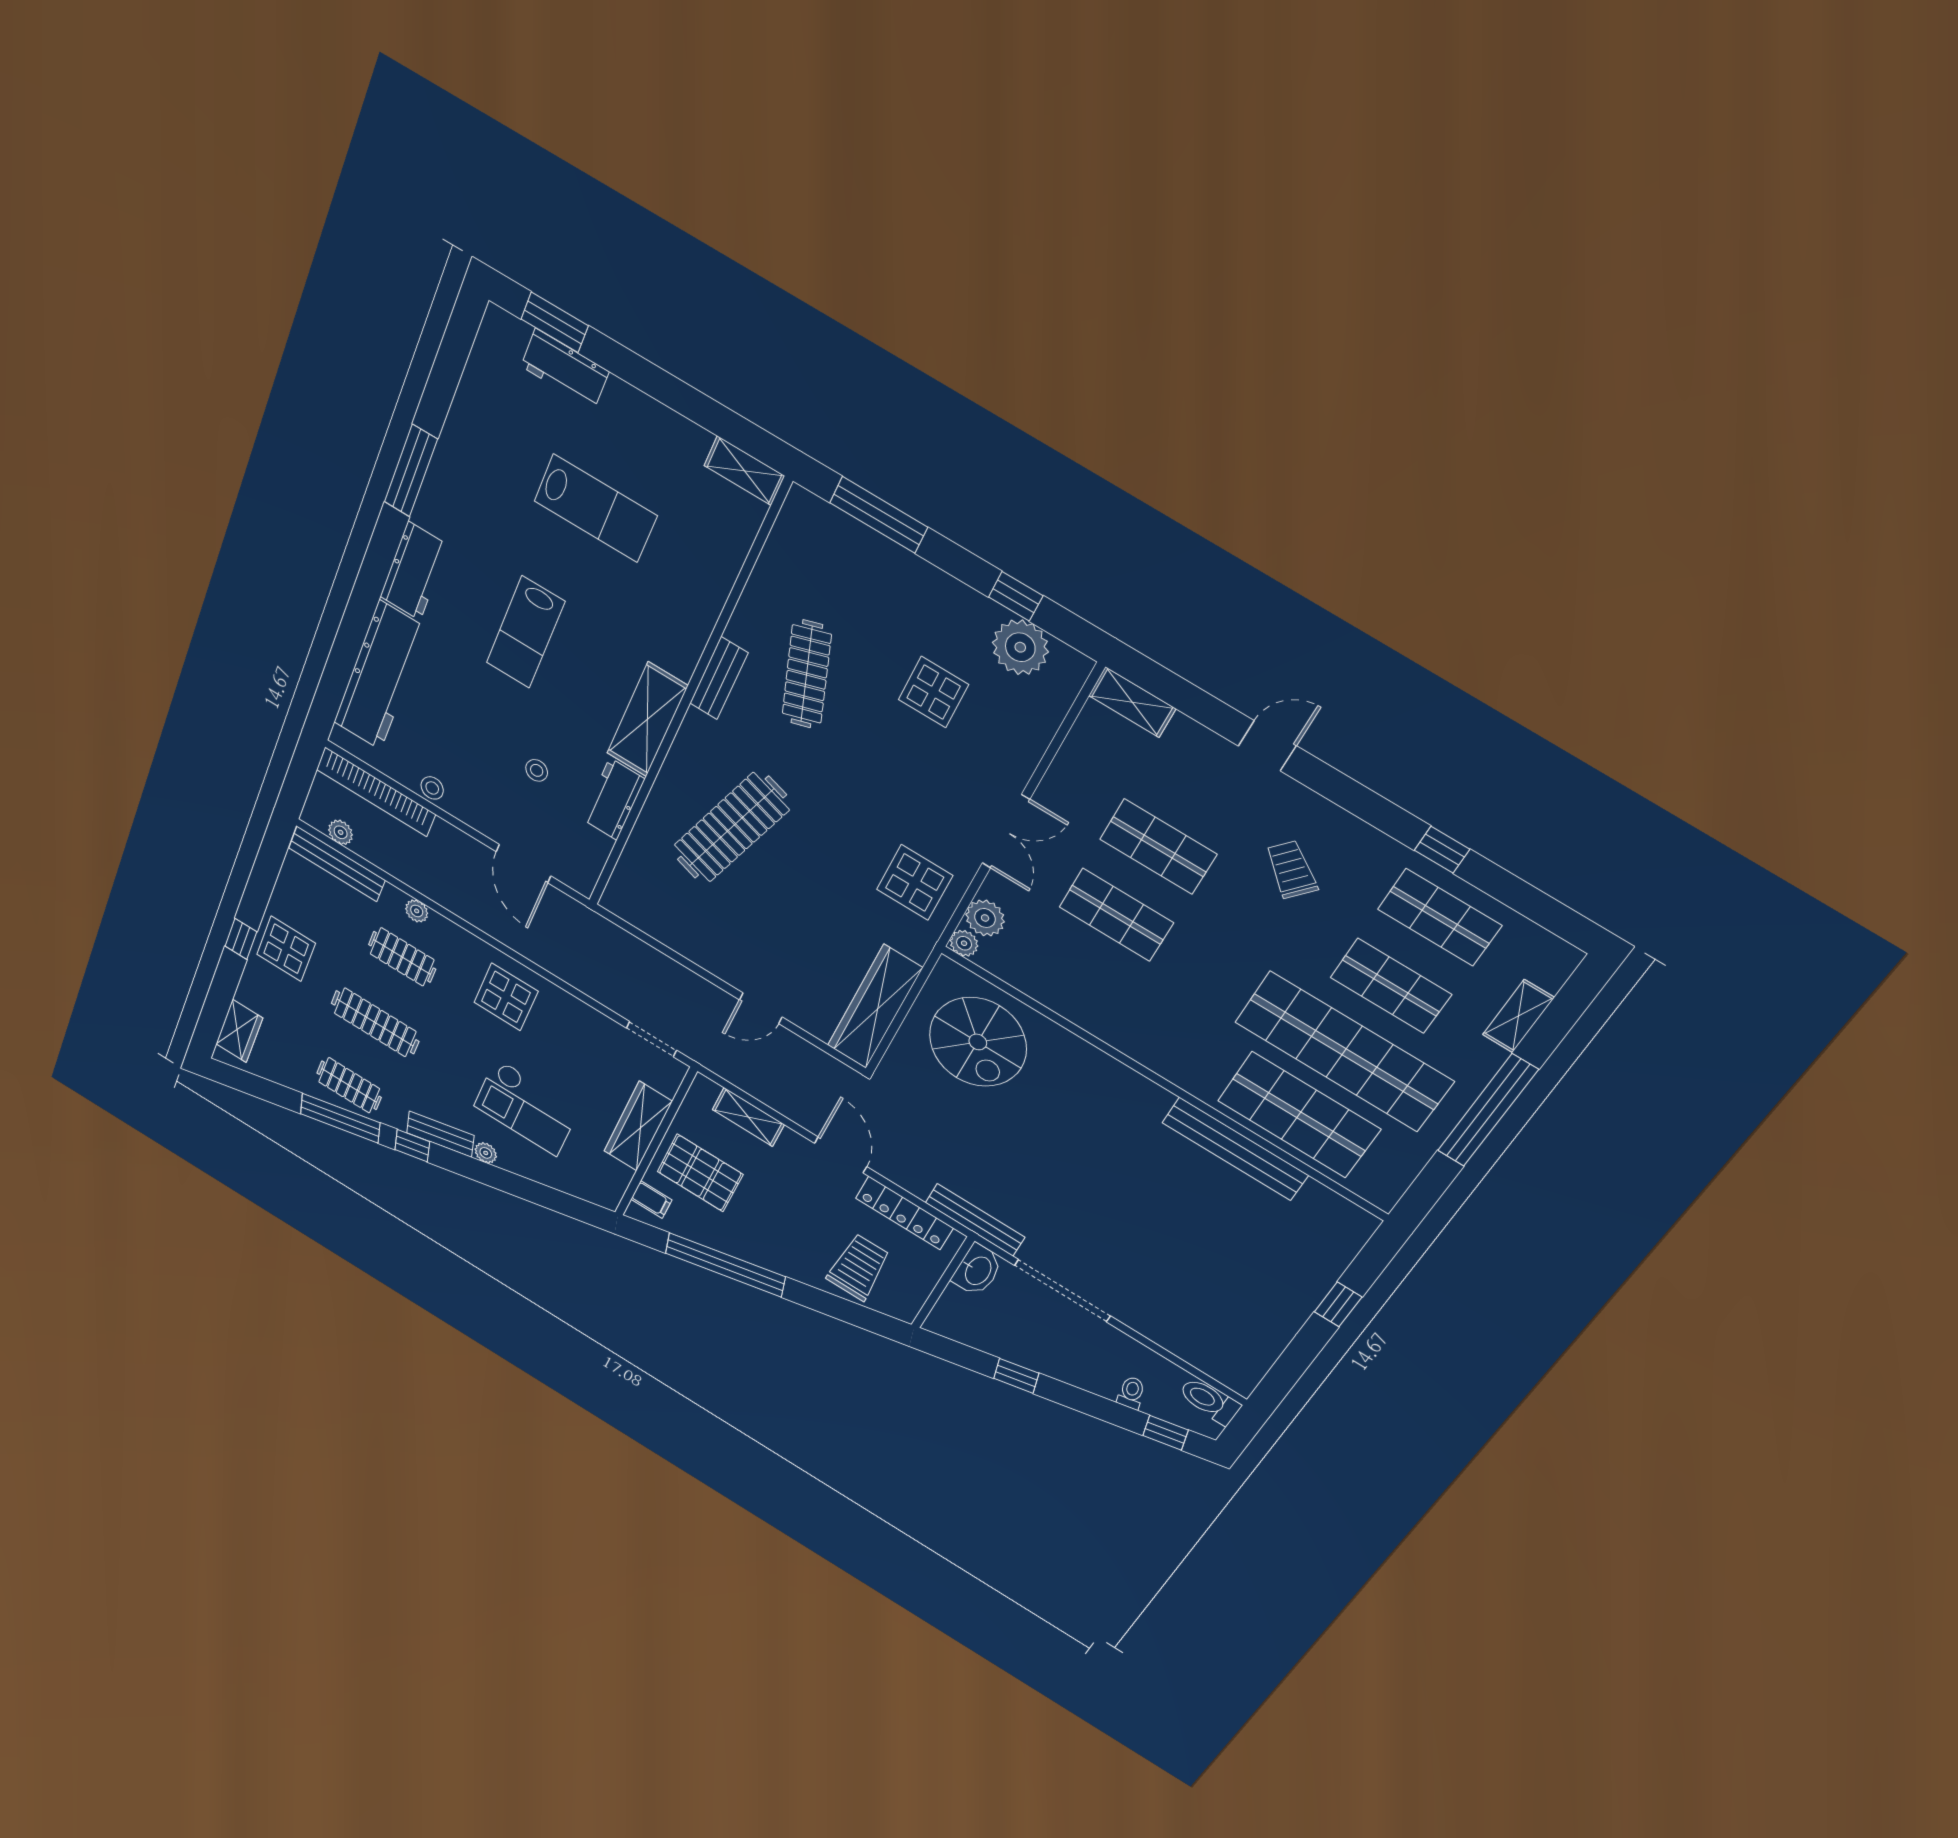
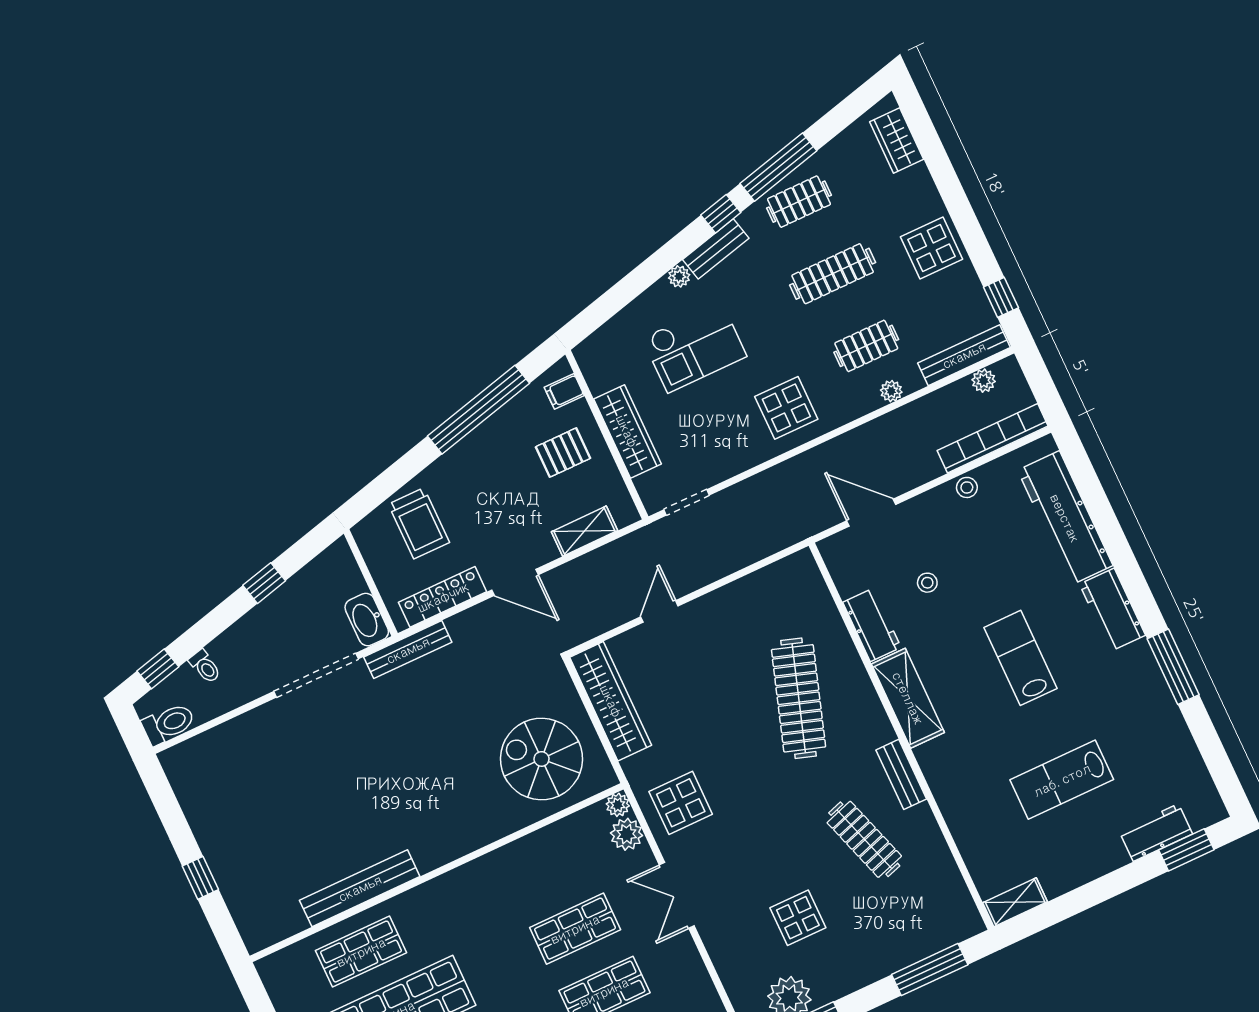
window: (241, 939) -> (1001, 297), moved
checkout: (526, 1107) -> (694, 347), turned 180
shop shelf: (1299, 1115) -> (361, 952), width x0.70, depth x0.74
pallet: (700, 1173) -> (563, 453), width x0.67, depth x0.71

